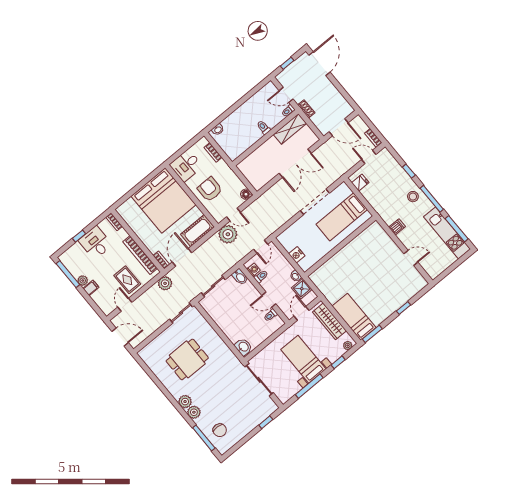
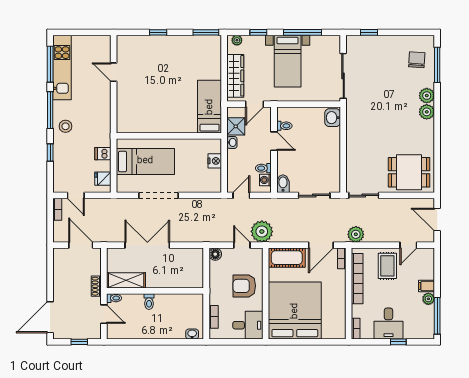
armchair: (210, 189) -> (244, 286), turned 90
dishwasher: (397, 227) -> (103, 154), moved
bed: (354, 317) -> (210, 107), moved, turned 180
dining table: (187, 359) -> (409, 172), moved

